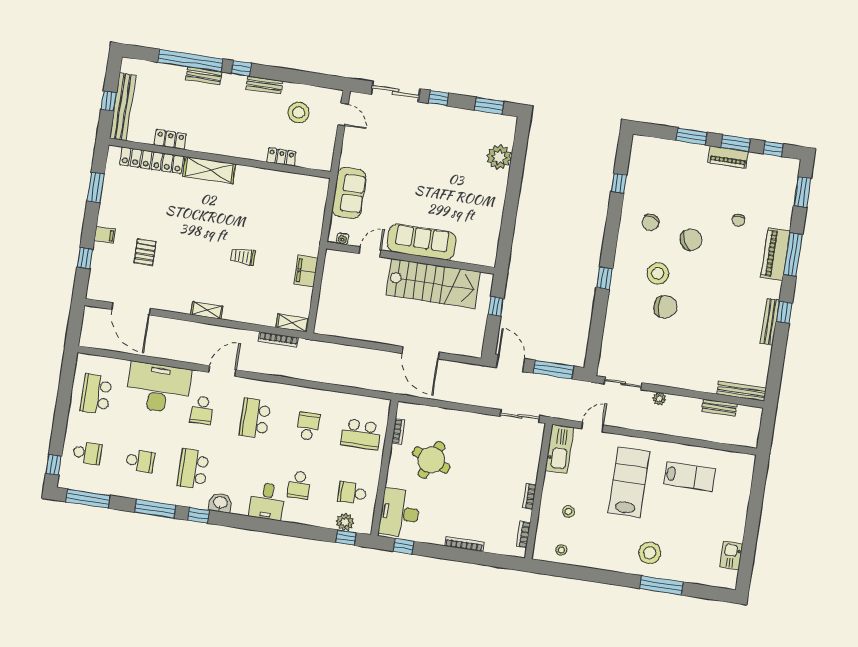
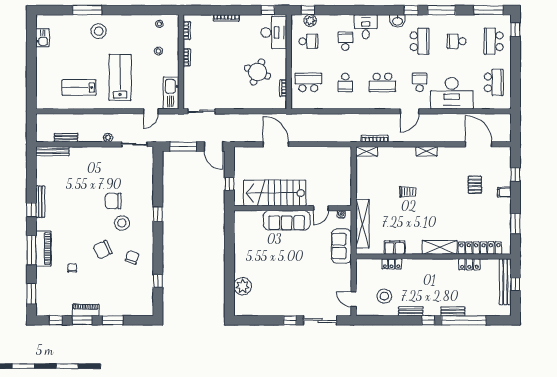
window: (489, 106) -> (255, 320), removed
shelving: (314, 221) -> (363, 224), added
filing cabinet: (306, 271) -> (395, 247), moved, turned -90
school desk: (255, 418) -> (382, 82), turned 90
school desk: (87, 453) -> (494, 41), width x1.85
lab bench: (629, 482) -> (120, 77), turned 180

